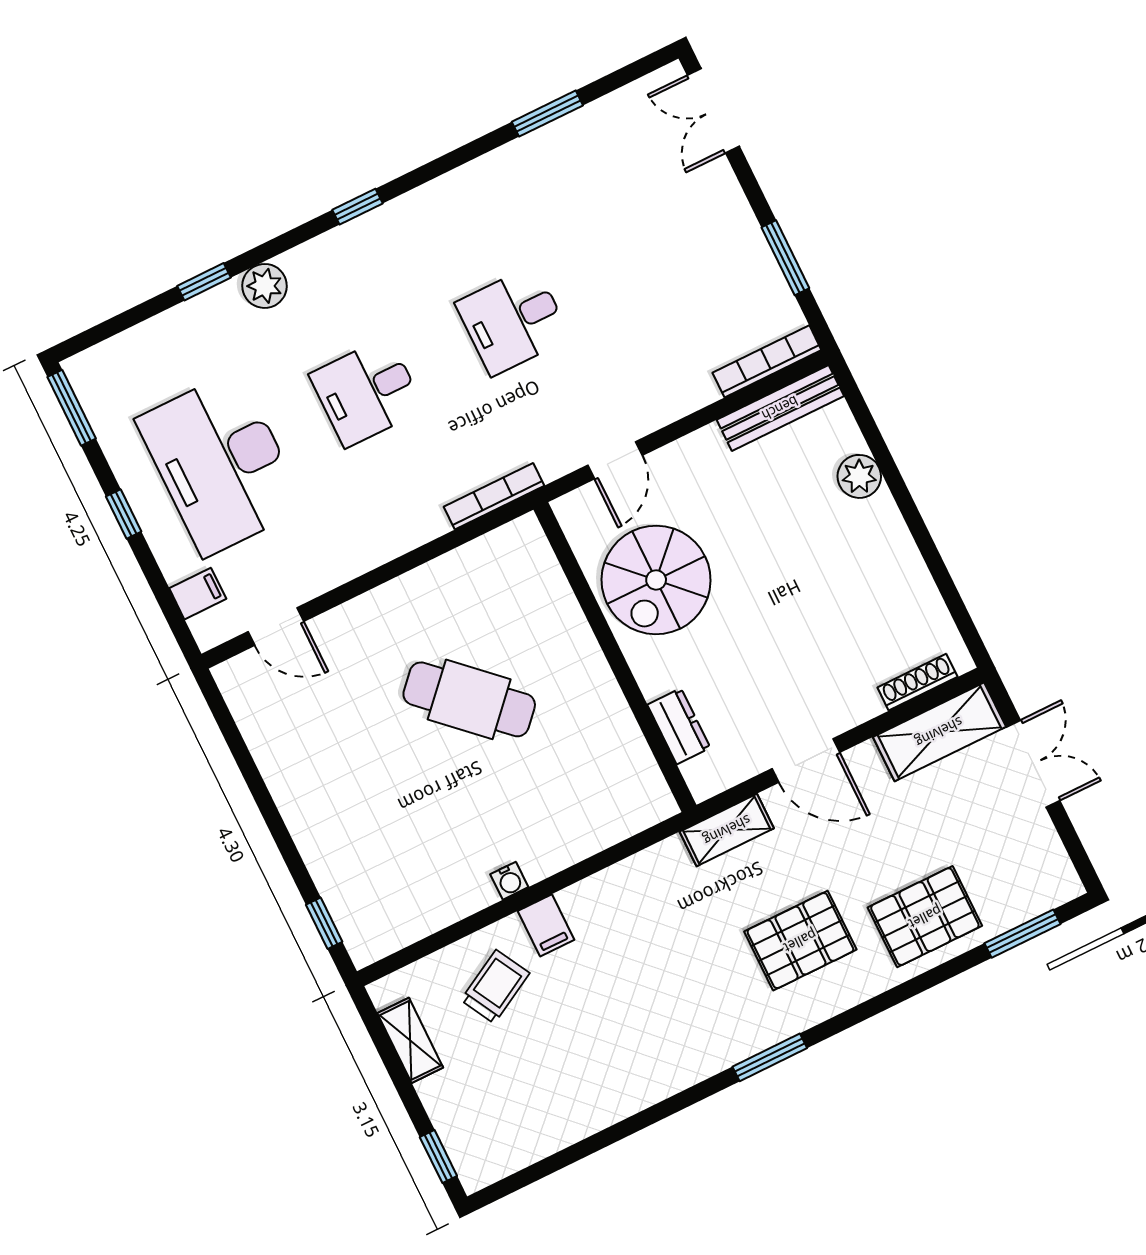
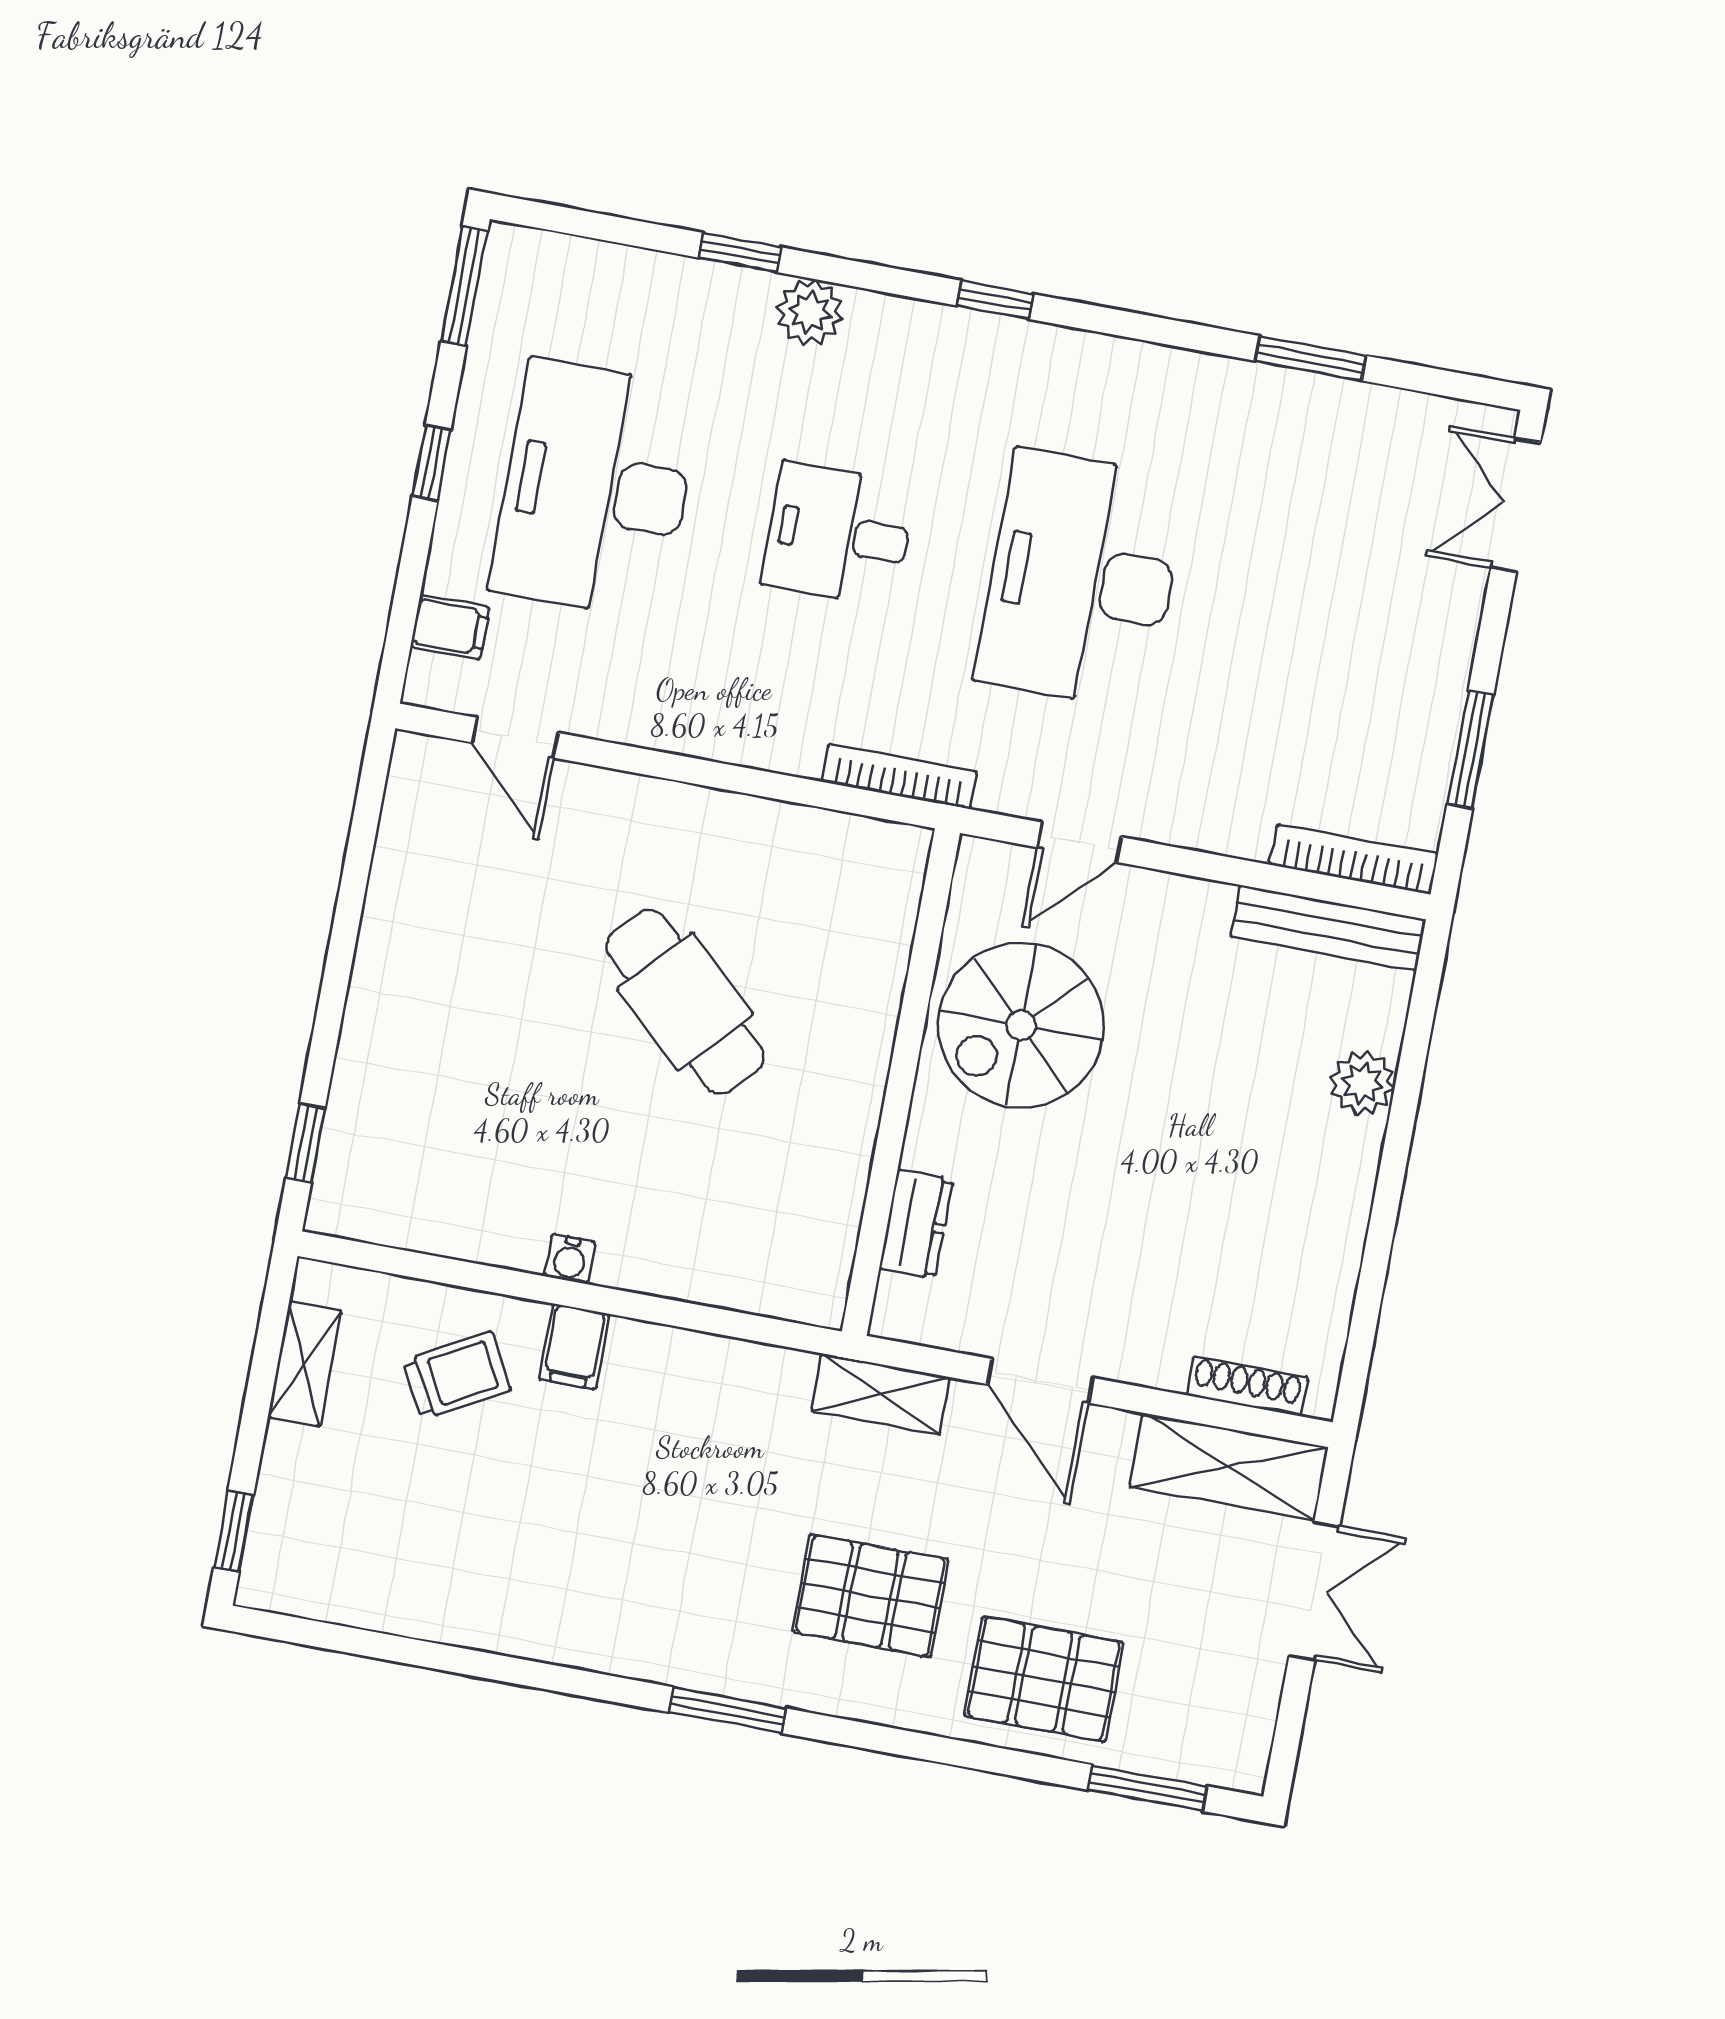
desk: (513, 320) -> (1082, 579), width x1.87, depth x1.30

